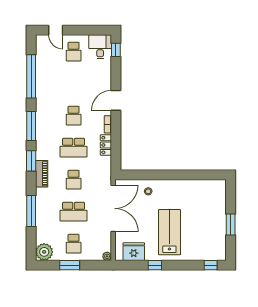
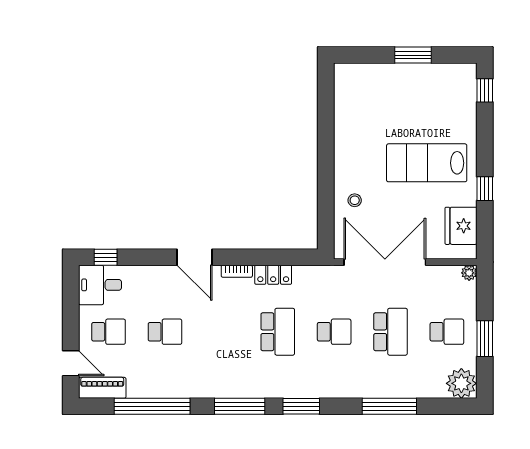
door: (56, 30) -> (71, 363), hinge flipped
school desk: (74, 116) -> (165, 332), moved
piano: (42, 174) -> (102, 388), moved

